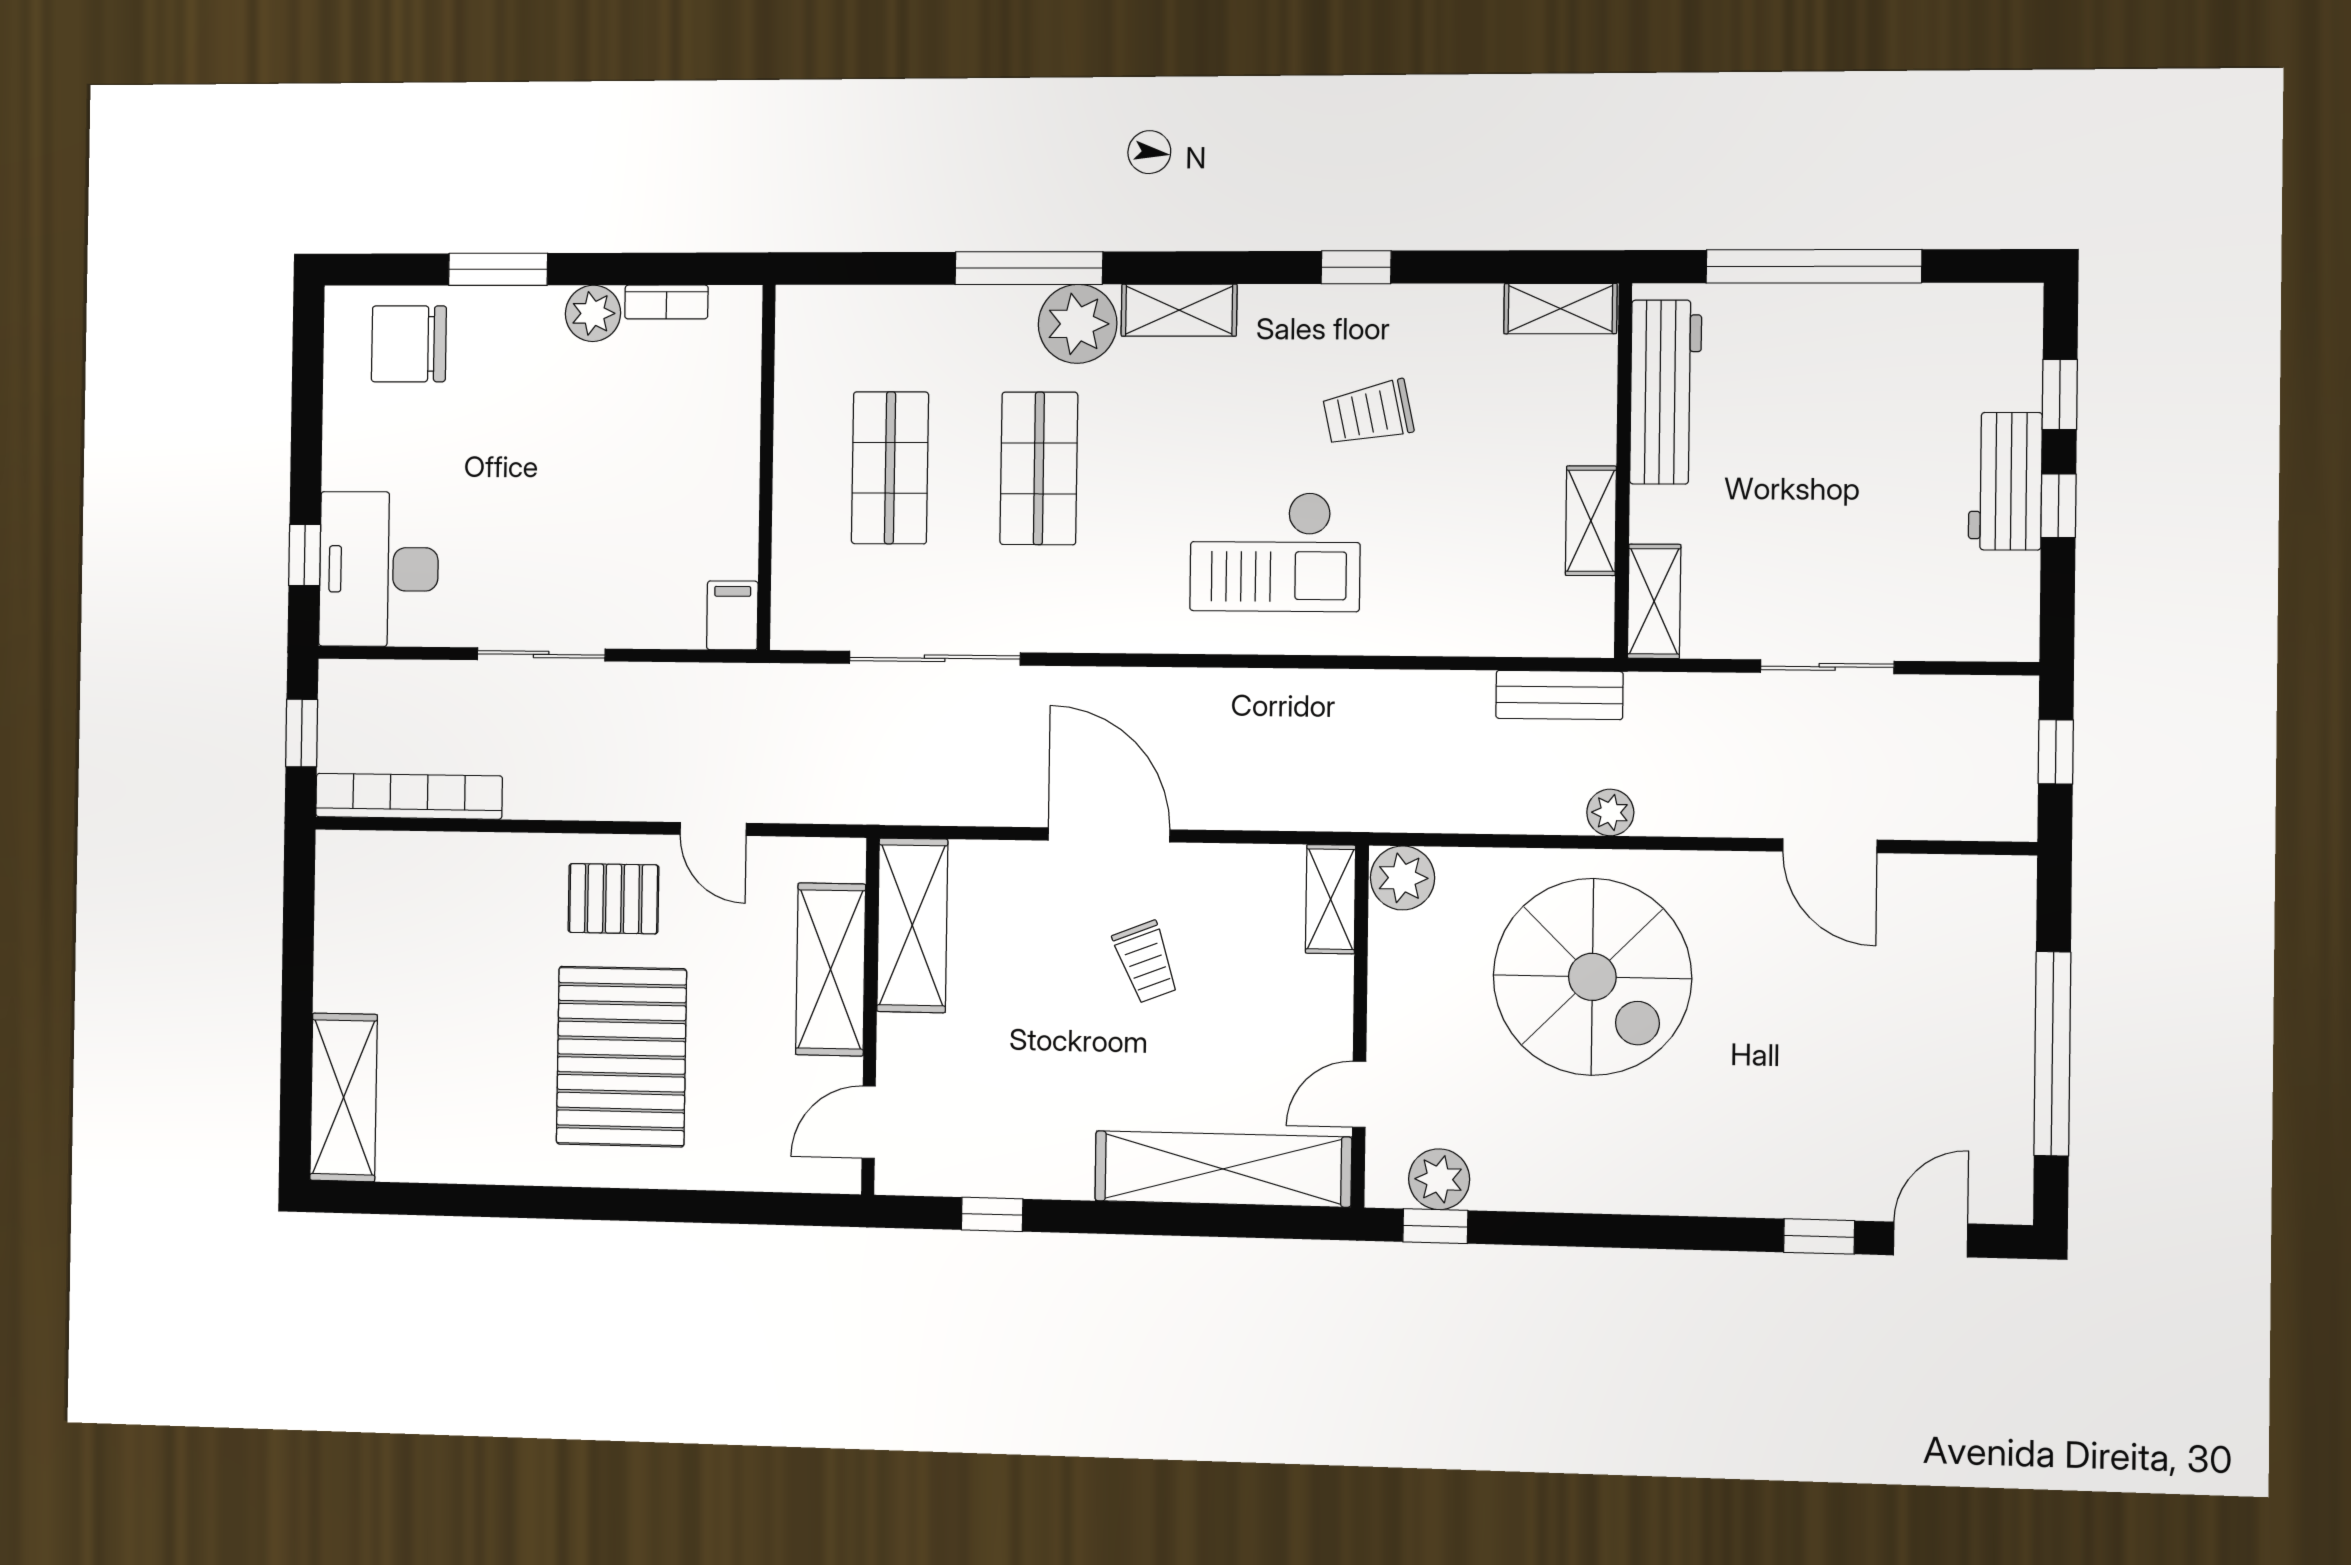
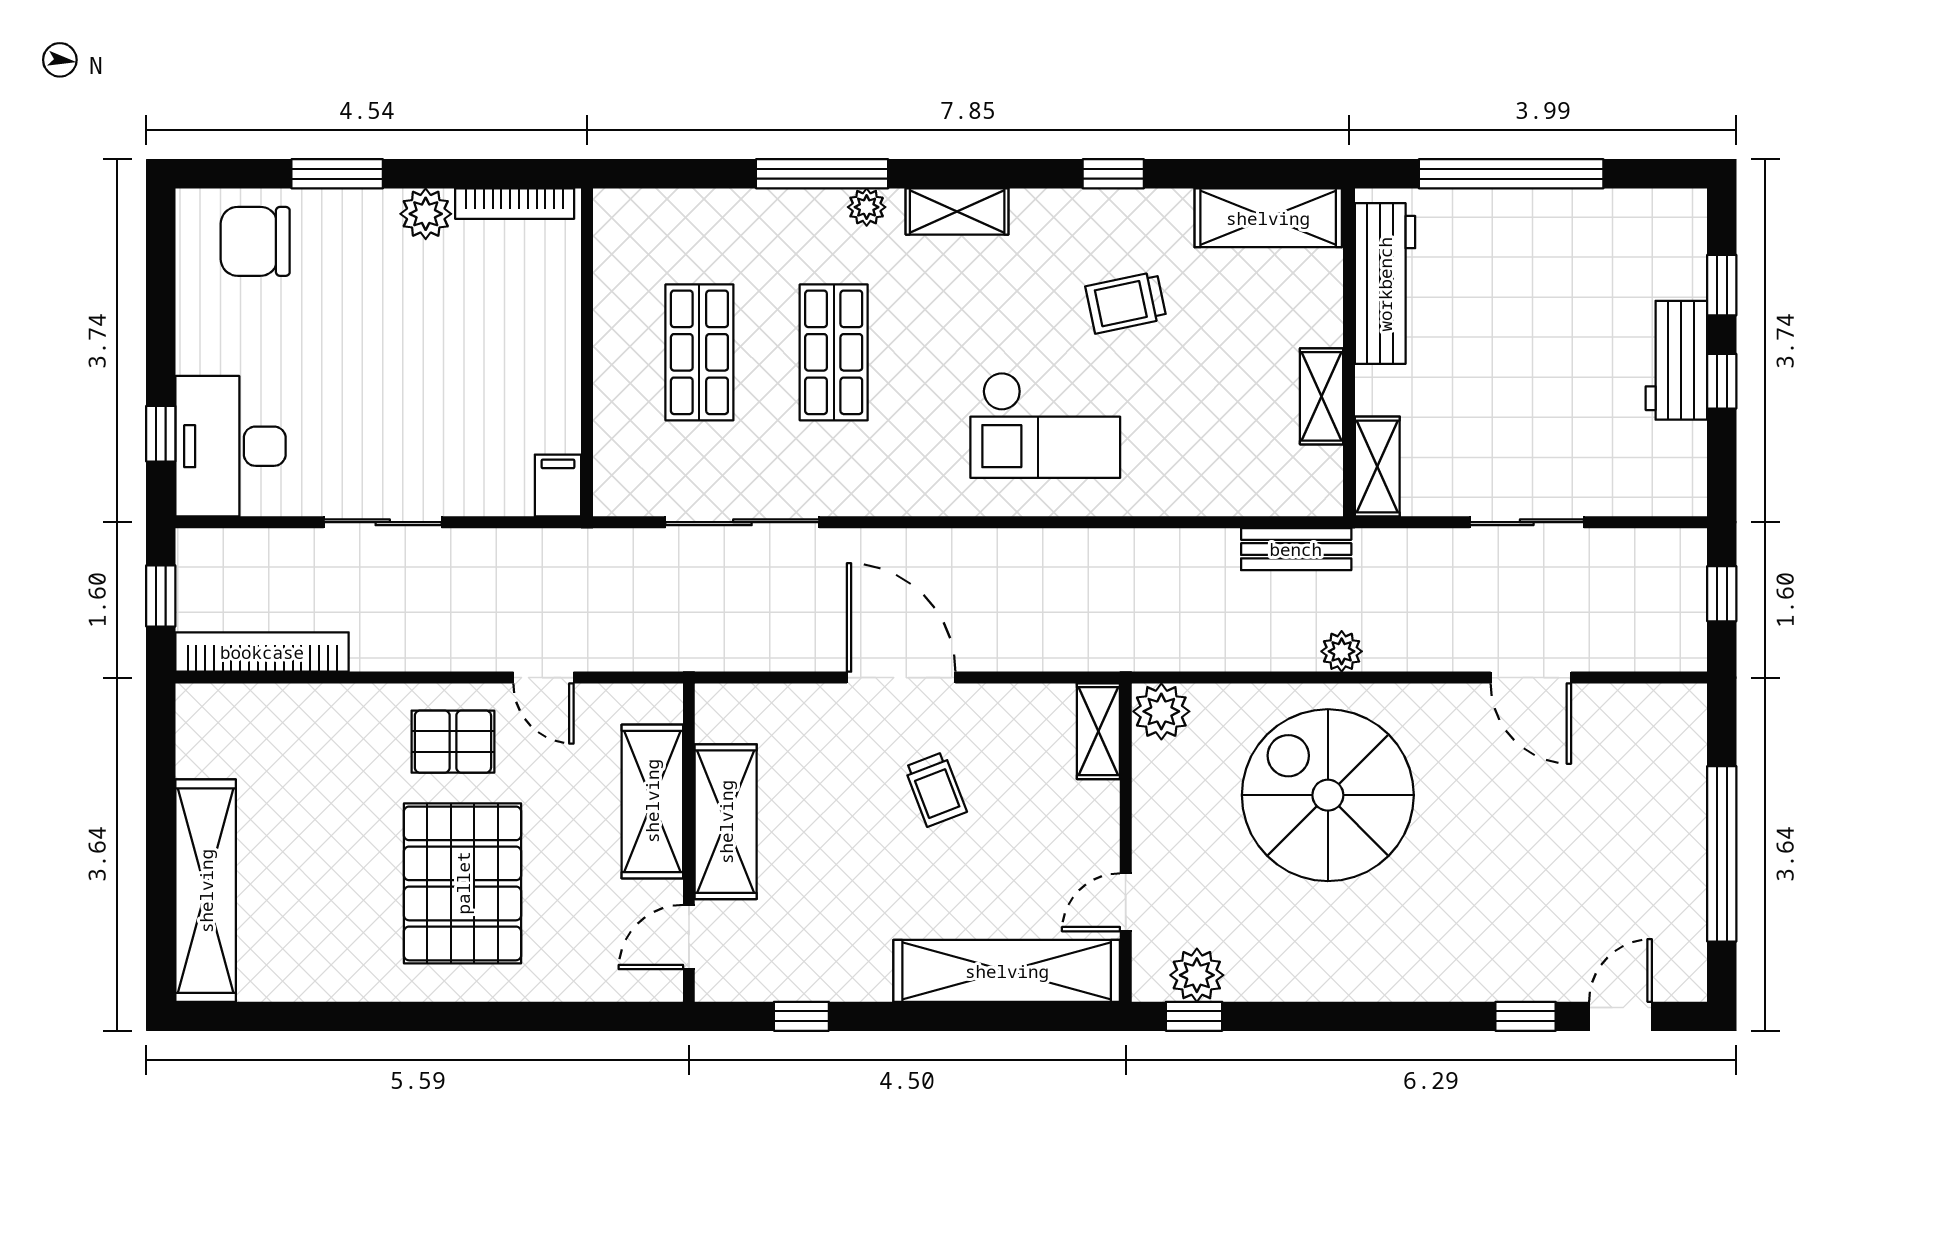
bookcase: (666, 302) -> (515, 204), width x1.56
shelving: (1560, 309) -> (1268, 218), width x1.50, depth x1.33
plant: (1078, 324) -> (867, 207), width x0.53, depth x0.53
shelving: (912, 925) -> (726, 822), moved
spiral stairs: (1592, 977) -> (1328, 795), turned 180
shelving: (344, 1097) -> (206, 891), width x1.47

